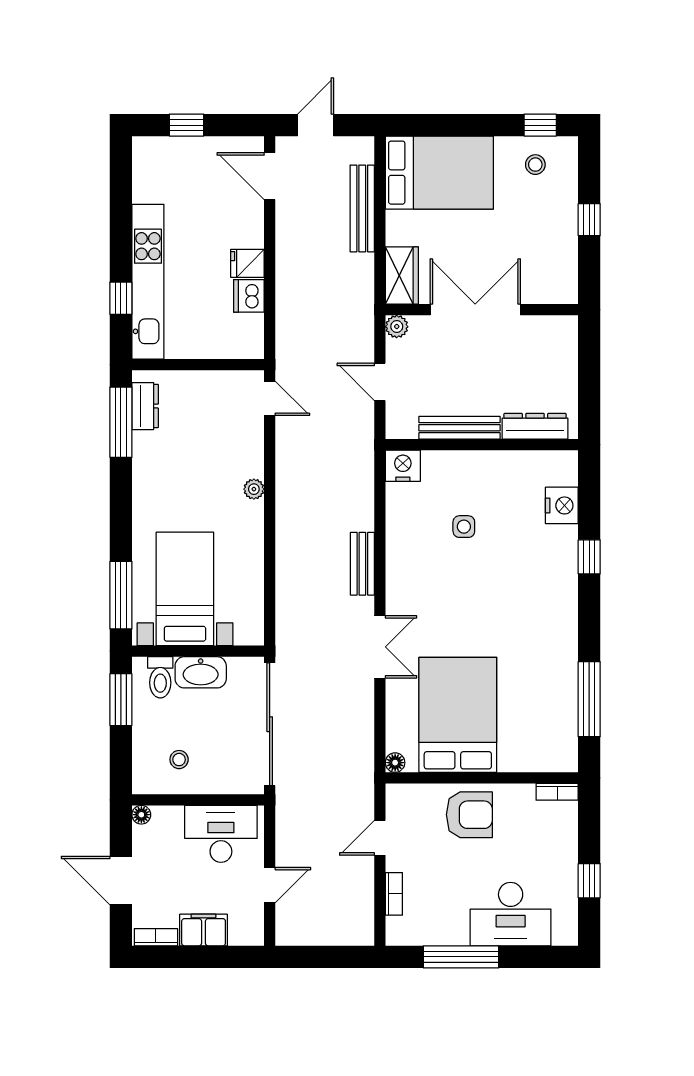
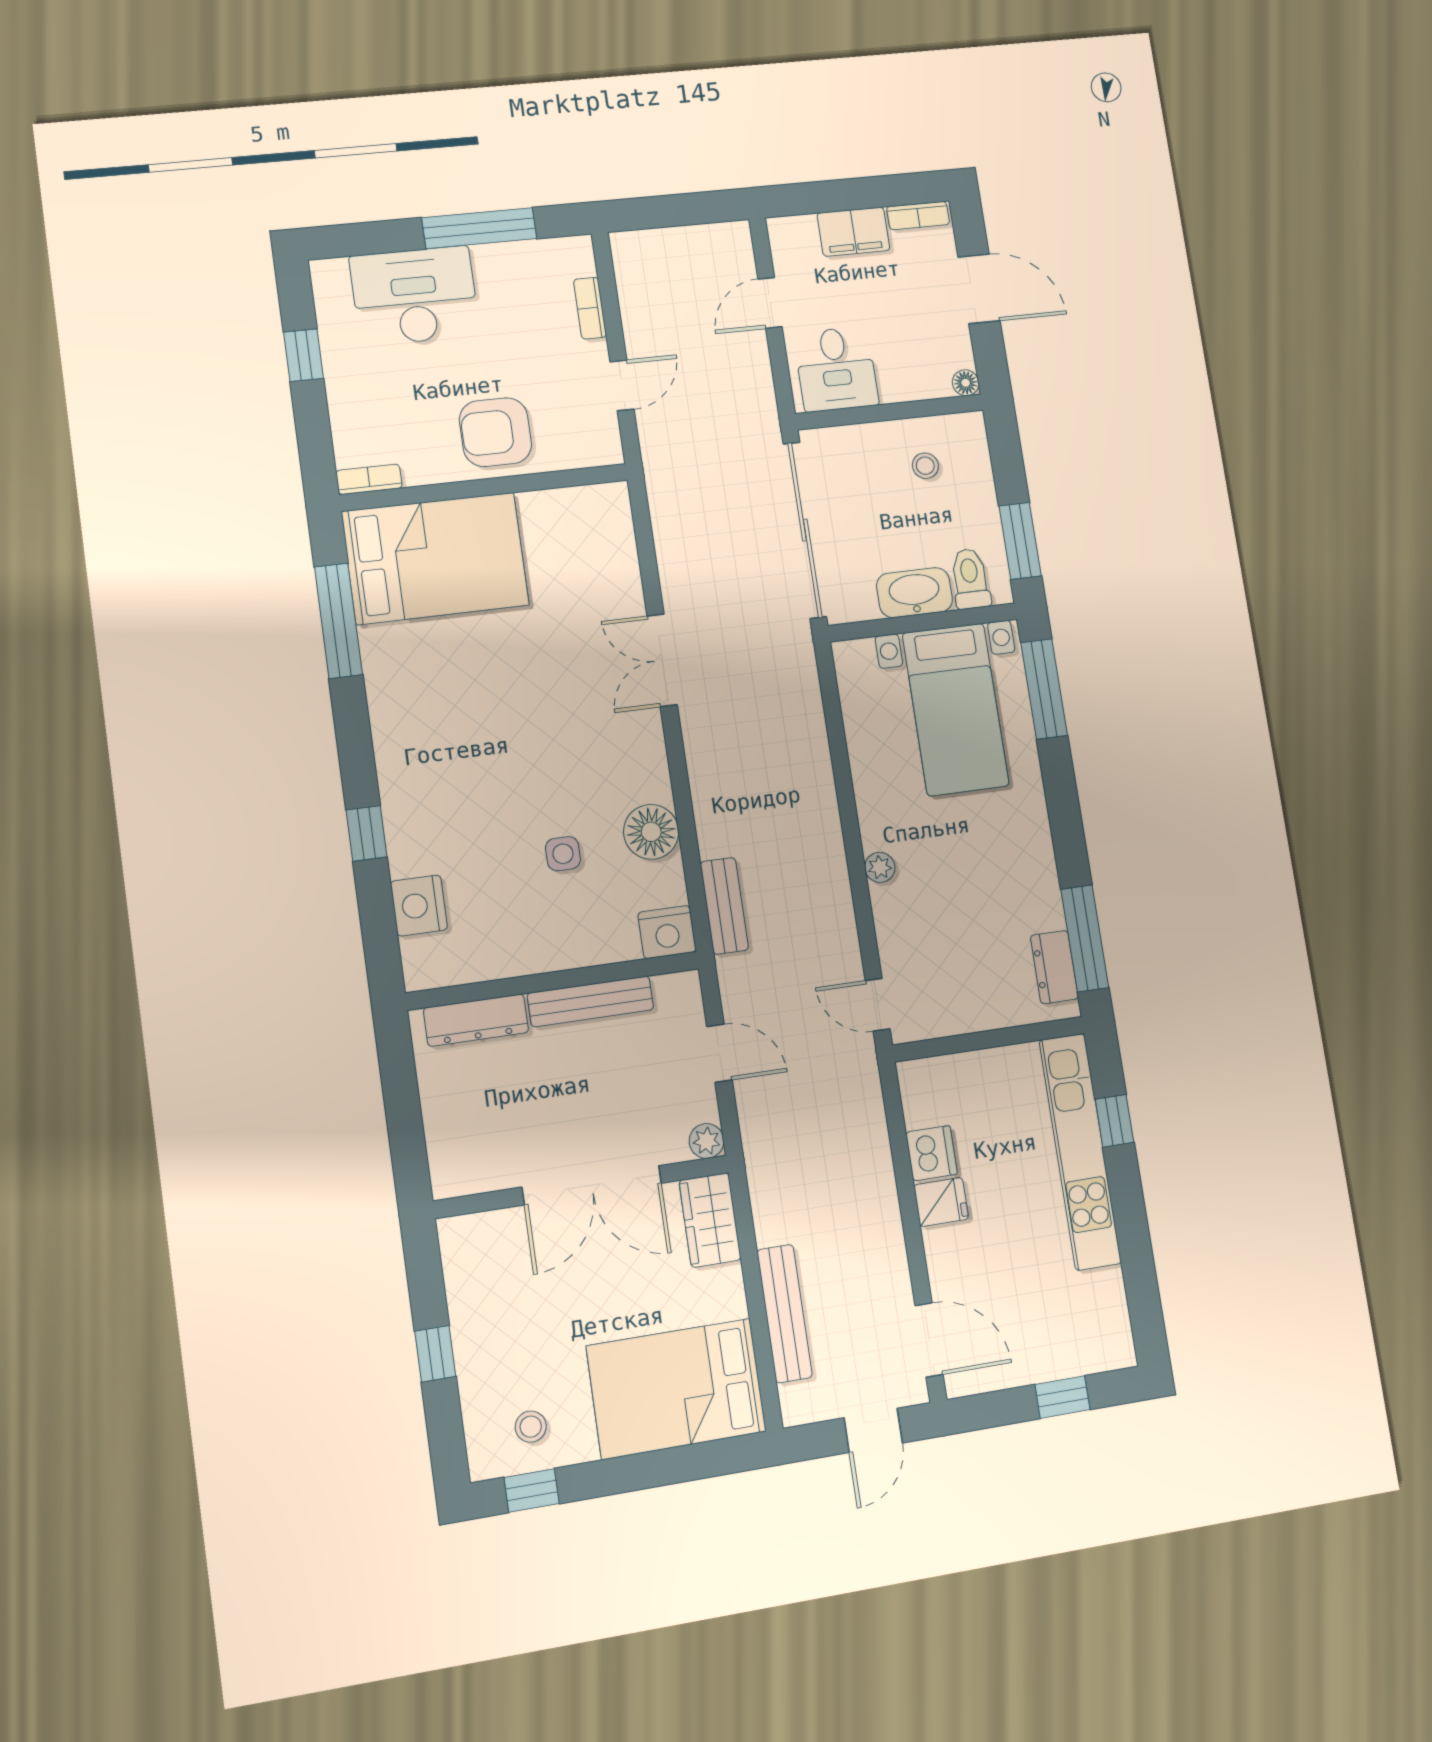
bench: (362, 564) -> (724, 906), moved
bed: (458, 715) -> (435, 558), moved, turned -90
floor lamp: (395, 763) -> (651, 832), moved, width x1.89, depth x1.89
desk: (221, 834) -> (836, 369), width x0.73

